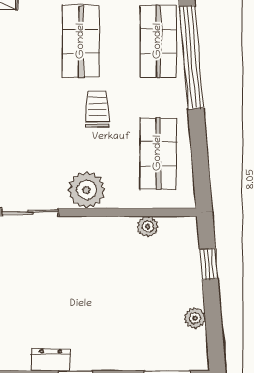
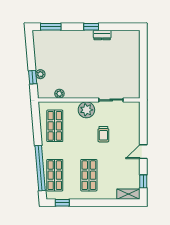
trolley: (97, 109) -> (103, 134), moved
plant: (195, 318) -> (40, 74), moved

